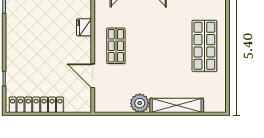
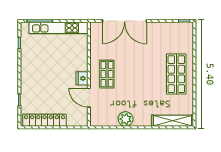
fridge: (84, 27) -> (82, 78), moved
shelving: (177, 105) -> (173, 121), moved

